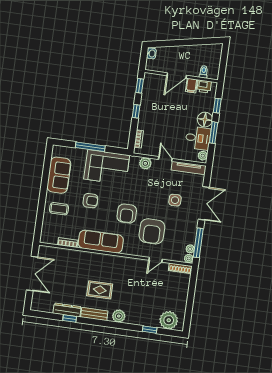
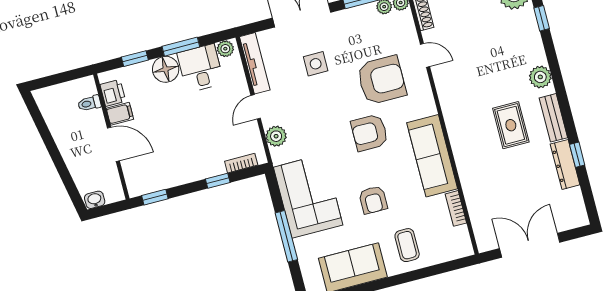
window: (136, 111) -> (218, 181), moved
armchair: (90, 201) -> (373, 200), turned 180
armchair: (127, 214) -> (369, 133), turned 180

